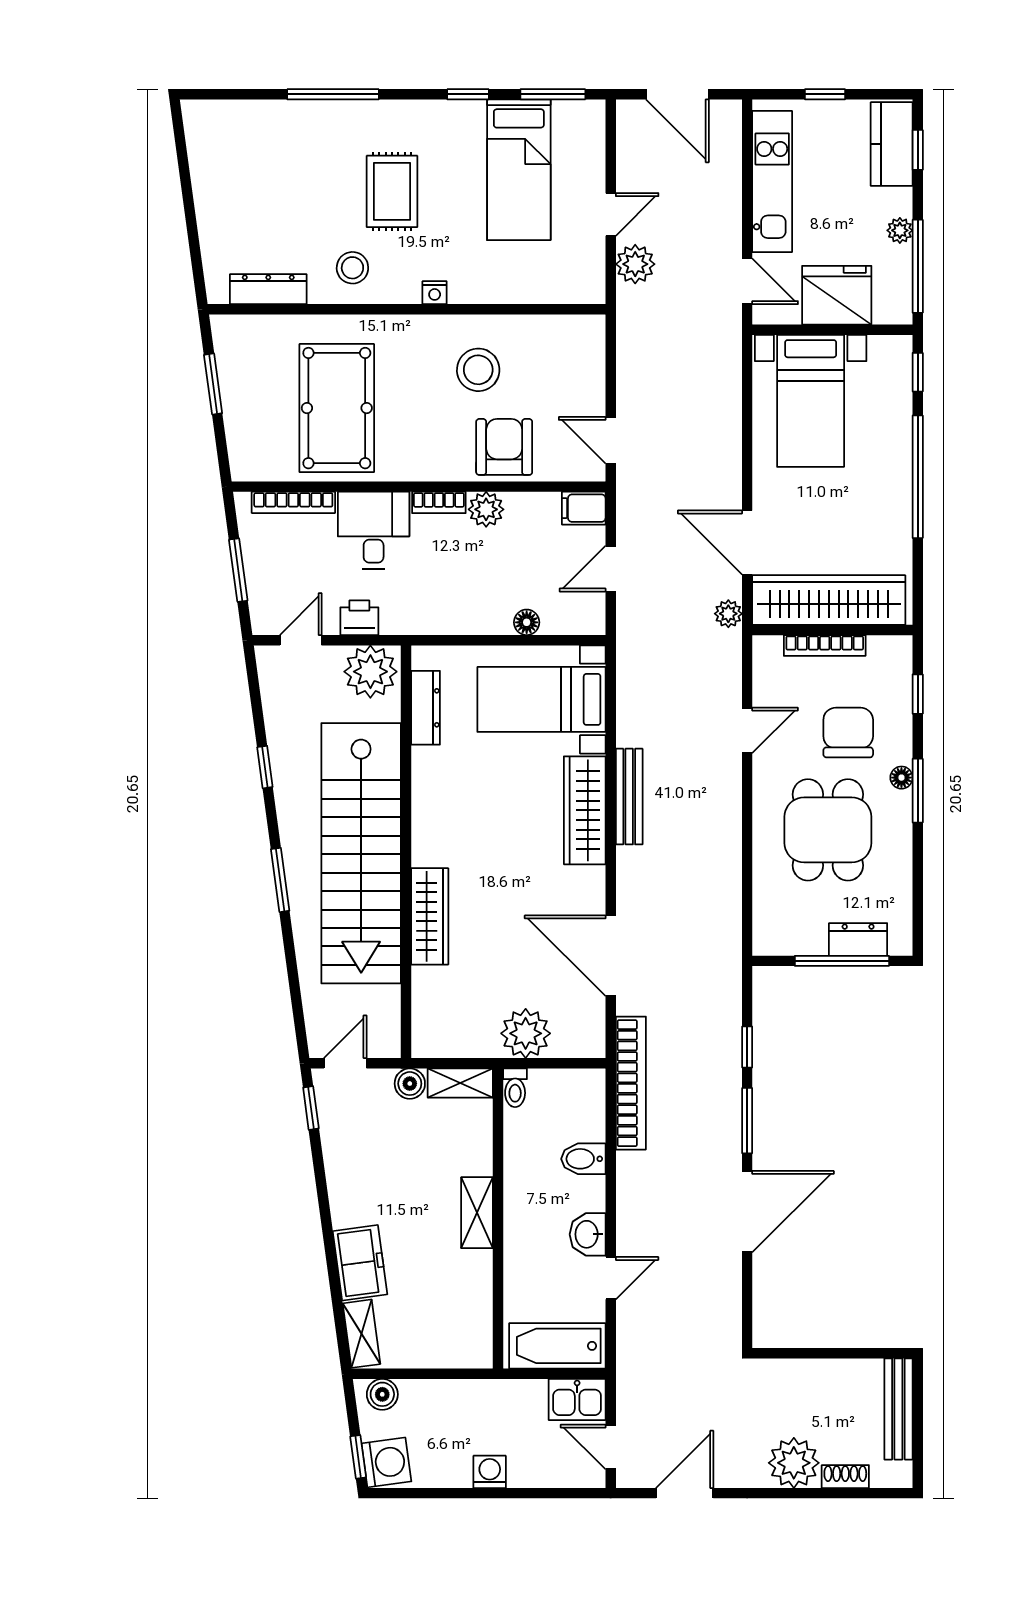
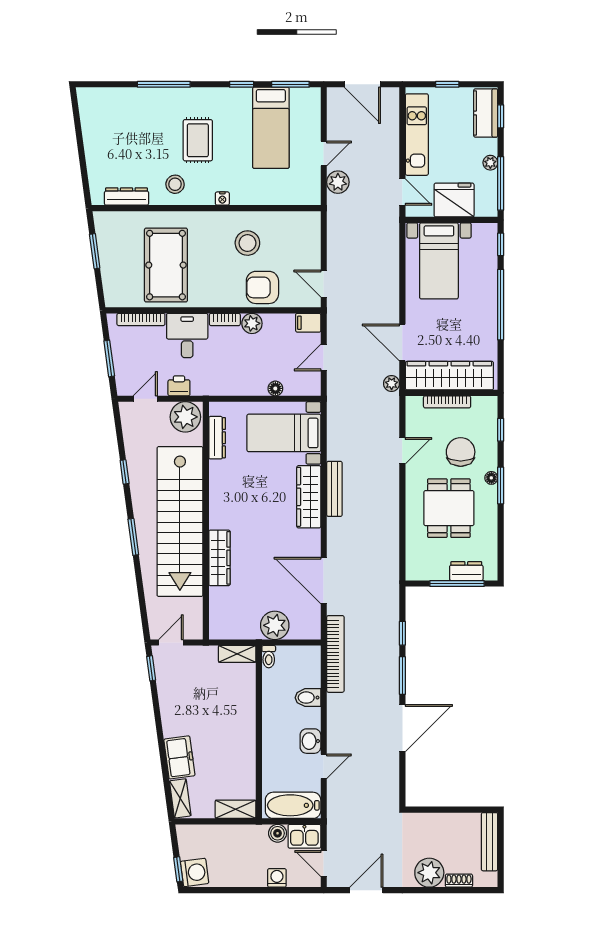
armchair: (504, 447) -> (262, 287), turned -90
boiler: (410, 1084) -> (208, 654), removed
shelving: (477, 1213) -> (236, 809), moved, turned 90
boiler: (382, 1394) -> (278, 833), moved
washing machine: (490, 1472) -> (277, 878), moved

